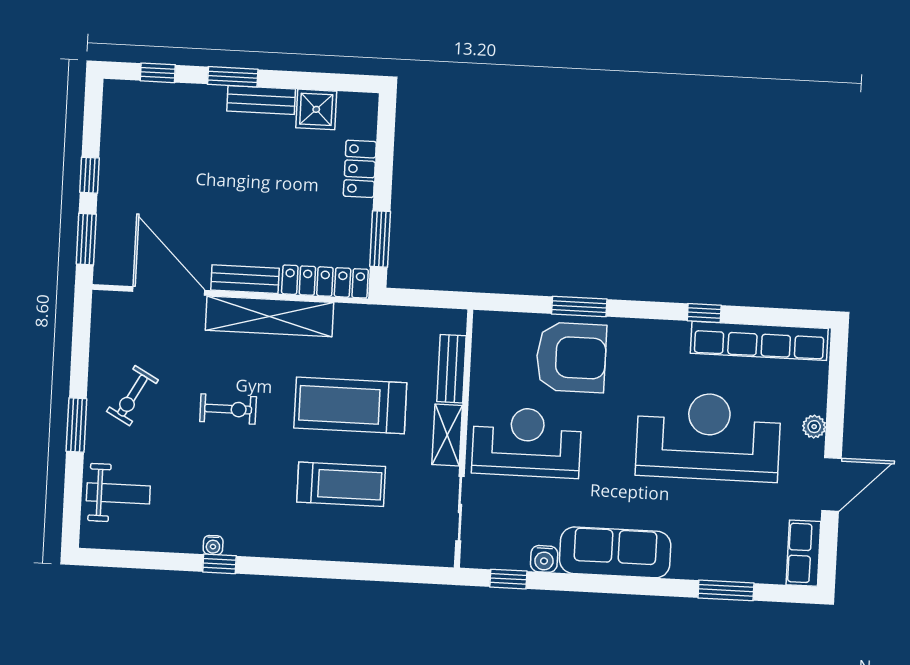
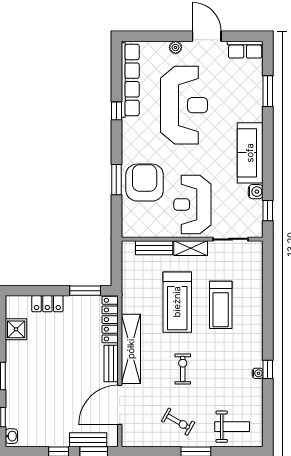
washbasin: (122, 91) -> (11, 436), added
bench: (261, 100) -> (88, 440), moved, turned 90
reception desk: (708, 437) -> (184, 105), turned 180
treadmill: (341, 484) -> (221, 305), turned 180
weight bench: (118, 493) -> (232, 427), turned 90

